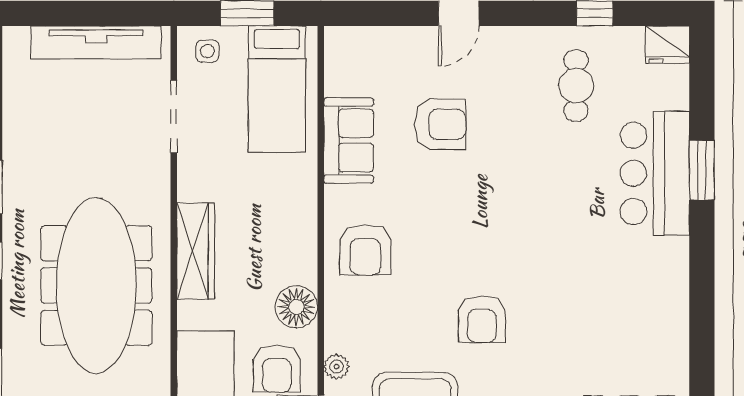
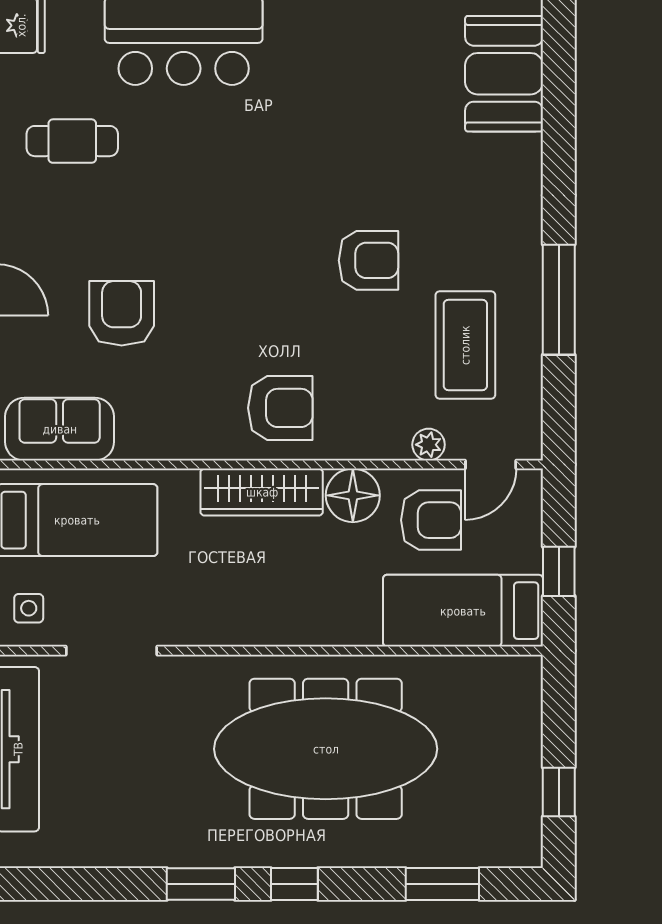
sofa: (349, 141) -> (60, 429), moved
wardrobe: (196, 251) -> (262, 492), moved, turned 180

